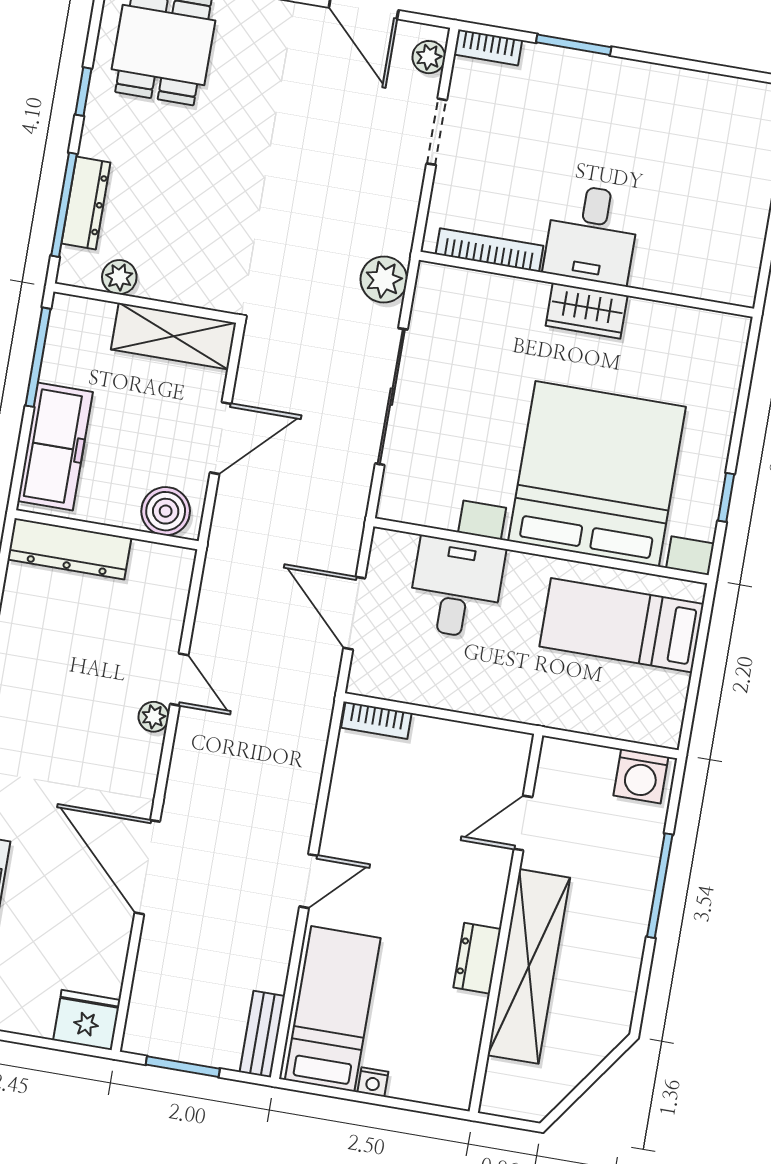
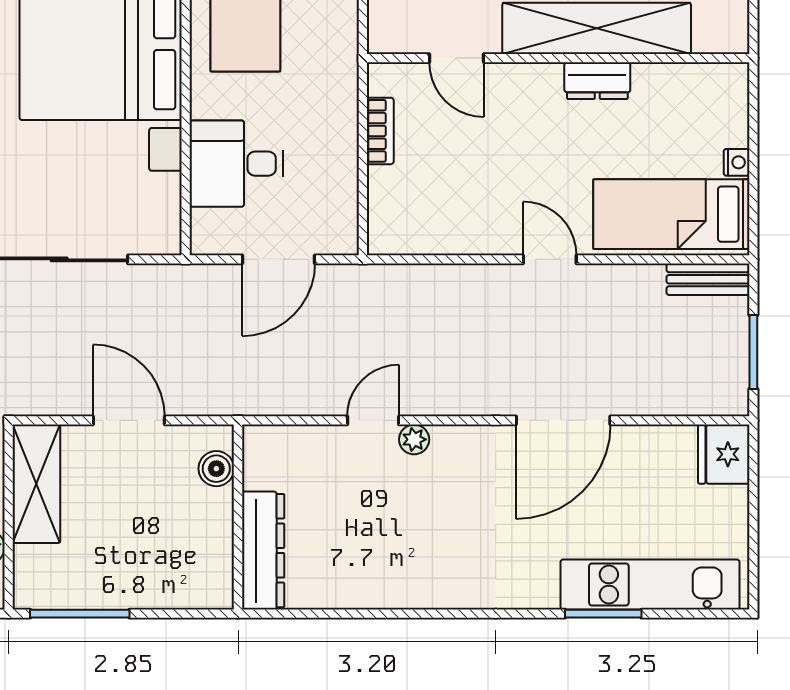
freezer: (55, 446) -> (165, 582), removed
boiler: (166, 511) -> (216, 469), width x0.73, depth x0.73
bookcase: (376, 720) -> (380, 131), moved

